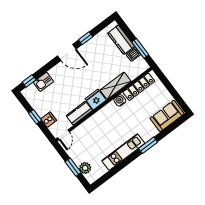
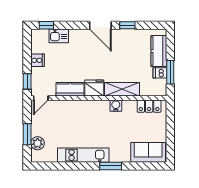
locker: (139, 87) -> (149, 106), width x0.66
window: (35, 117) -> (27, 81), moved
cooker: (49, 120) -> (38, 60), moved

